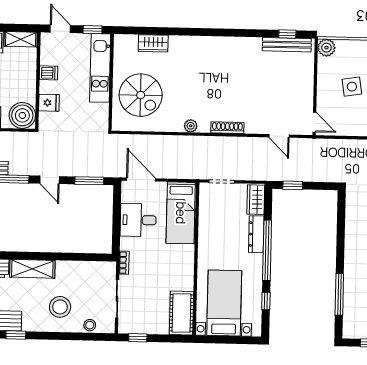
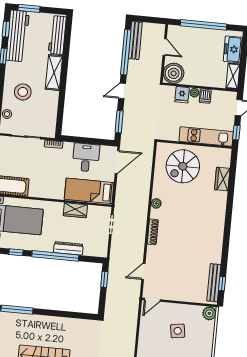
plant: (45, 87) -> (194, 93), added
wardrobe: (256, 200) -> (75, 210), moved, turned 180

